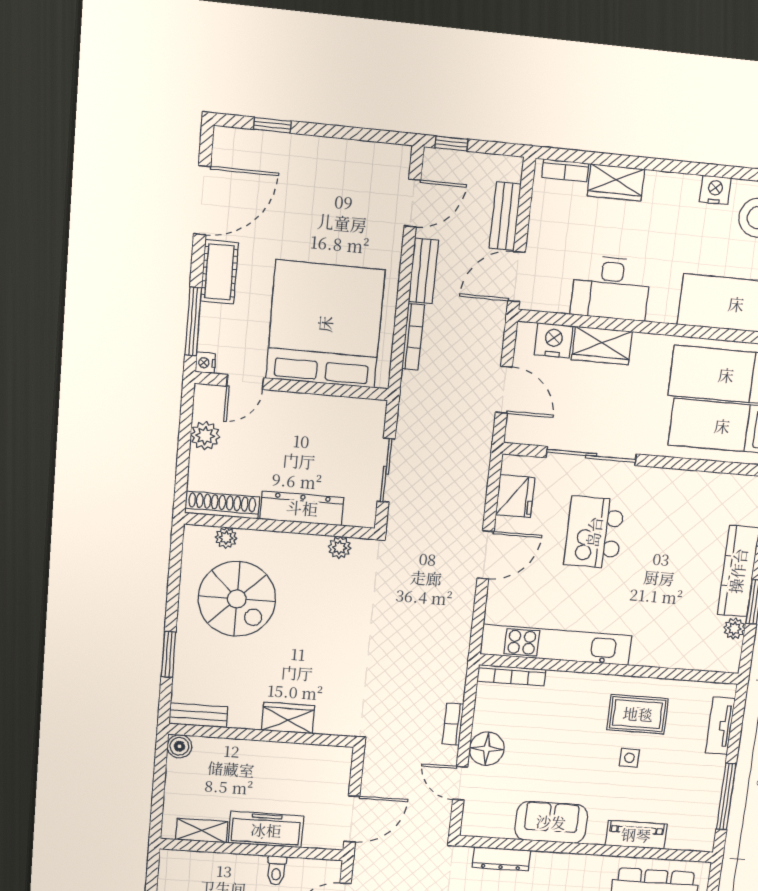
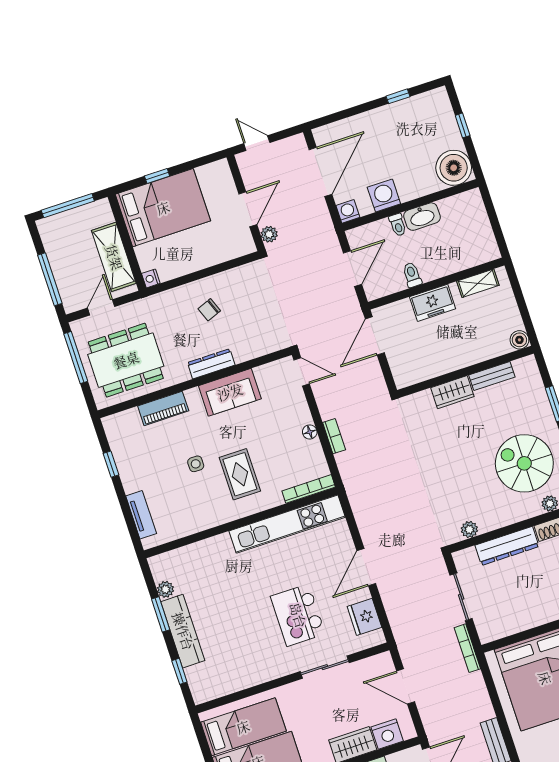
bookcase: (413, 337) -> (467, 648), moved
sliding door: (591, 456) -> (325, 667), width x0.73
kitchen island: (594, 532) -> (298, 615), turned 180
rug: (638, 714) -> (240, 474), moved, turned 90
bench: (198, 715) -> (492, 376), moved
floor lamp: (487, 749) -> (310, 432), width x0.53, depth x0.53
door: (460, 783) -> (302, 372), moved
window: (726, 797) -> (111, 464), width x0.46
freezer: (266, 830) -> (433, 303), width x0.71
dresser: (501, 859) -> (211, 364), moved

